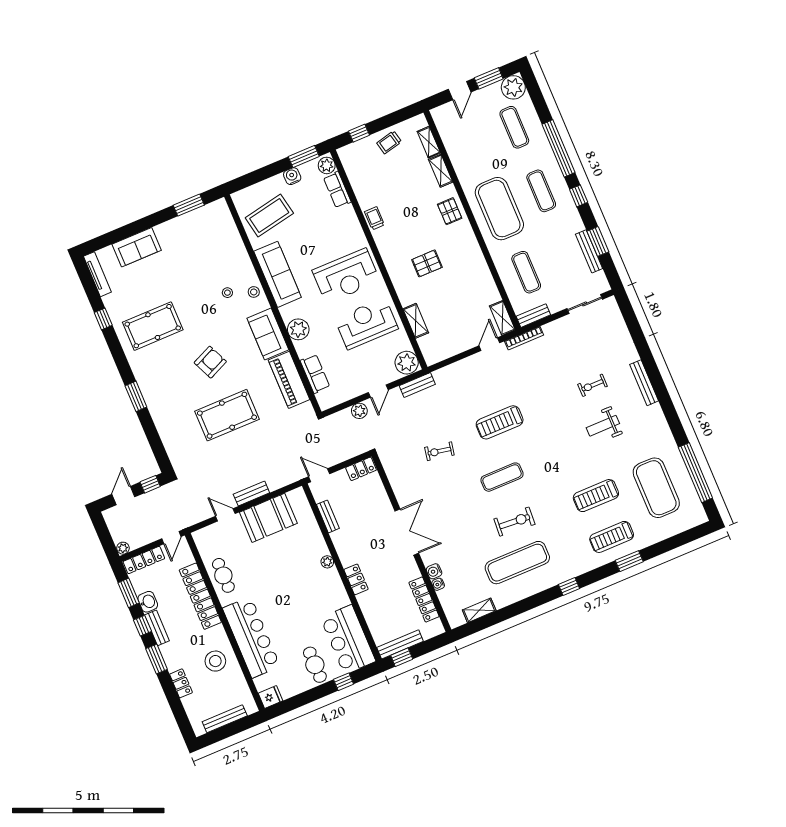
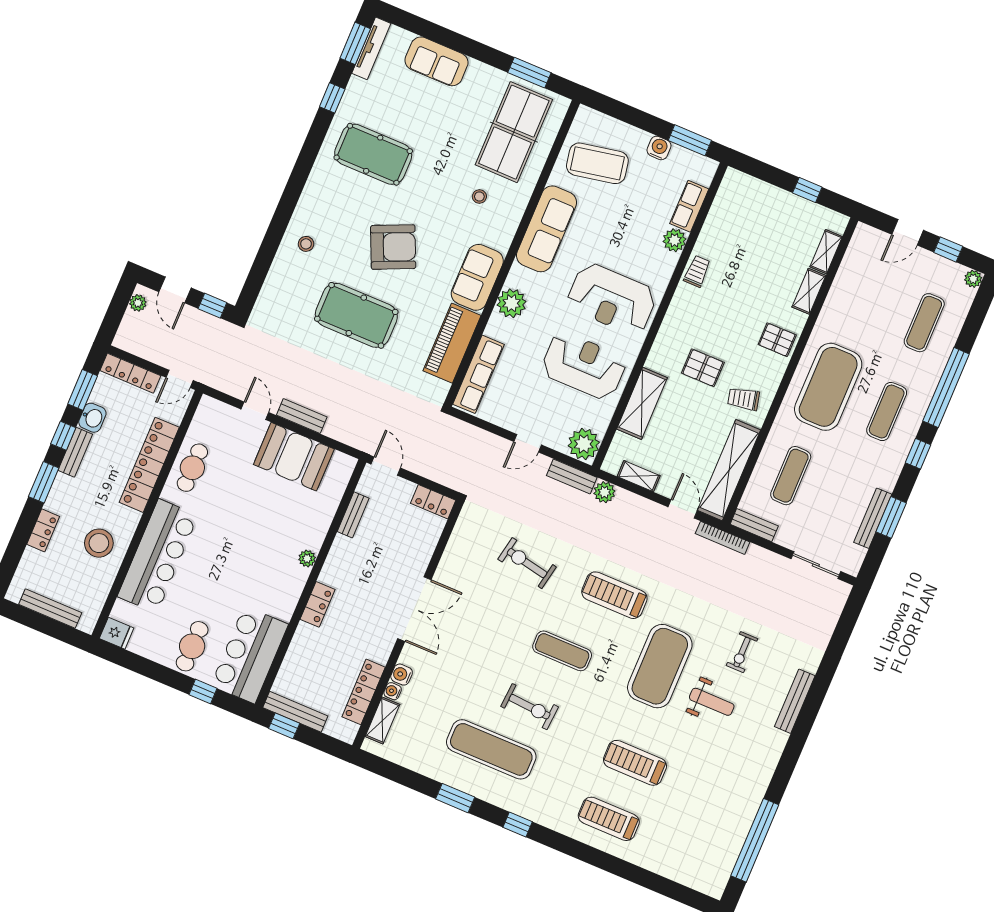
window: (489, 78) -> (948, 249), width x0.67
plant: (513, 87) -> (973, 279), width x0.53, depth x0.53
window: (359, 133) -> (807, 190), moved
trolley: (389, 142) -> (744, 399), moved
plant: (327, 165) -> (674, 240), moved
pallet: (450, 211) -> (777, 340), turned 90
table tennis table: (212, 243) -> (514, 132), added
stool: (254, 292) -> (306, 244), moved
shelving: (502, 318) -> (729, 470), width x2.20, depth x1.33
shelving: (416, 321) -> (642, 403), width x1.50, depth x1.33
door: (489, 344) -> (683, 509), hinge flipped
shelving: (450, 350) -> (639, 476), added
armchair: (210, 362) -> (393, 247), width x1.36, depth x1.36
row of seats: (315, 374) -> (479, 374), width x1.48
exercise bike: (592, 385) -> (742, 652), turned -90
window: (136, 396) -> (355, 43), moved
plant: (359, 411) -> (604, 492), moved
weight bench: (603, 426) -> (712, 702), turned 180
exercise bike: (439, 451) -> (527, 563), width x1.38, depth x1.39
exercise mat: (656, 488) -> (660, 666), moved
door: (123, 496) -> (175, 290), swing flipped
plant: (123, 548) -> (138, 303), moved
window: (629, 561) -> (455, 798), moved
shelving: (479, 610) -> (382, 720), moved, turned 90

